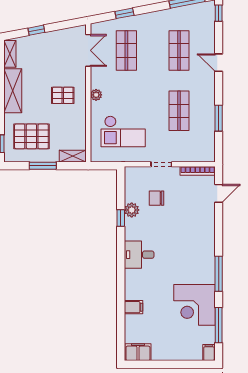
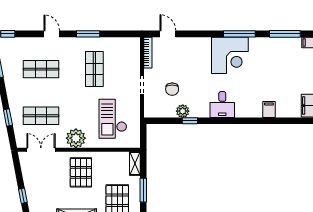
door: (219, 63) -> (52, 34), swing flipped
pallet: (63, 95) -> (81, 172), width x1.50, depth x1.42
plant: (96, 95) -> (76, 138), width x1.88, depth x1.88
shop shelf: (179, 111) -> (94, 69), turned 90
window: (219, 118) -> (88, 34), moved
checkout: (123, 131) -> (113, 119), turned 180
corner desk: (195, 305) -> (230, 55), moved

